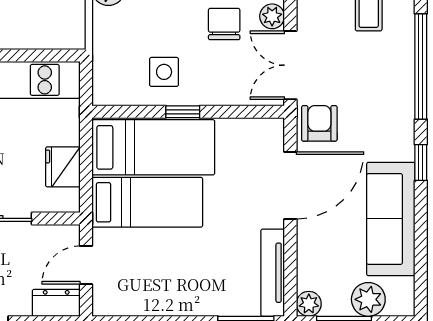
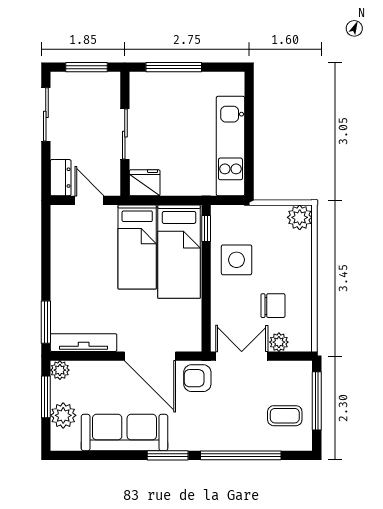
side table: (164, 72) -> (237, 260), width x1.37, depth x1.37
window: (183, 112) -> (206, 229), moved
armchair: (319, 123) -> (197, 378), turned 180
window: (421, 162) -> (168, 455), width x1.50
fridge: (63, 167) -> (145, 183), moved

